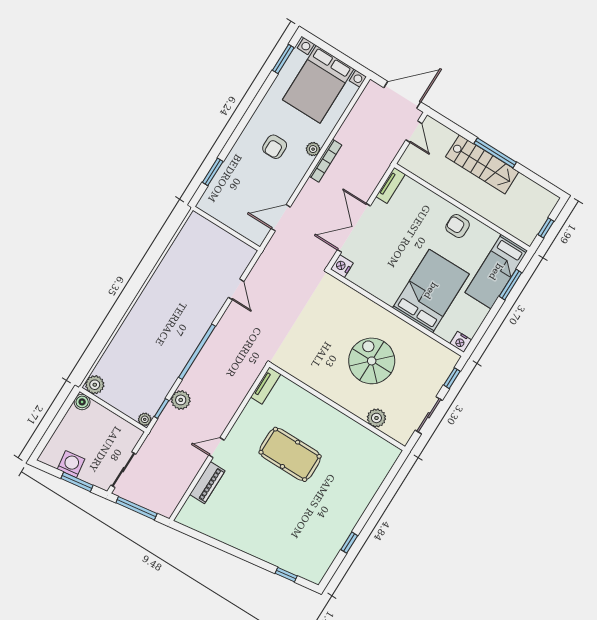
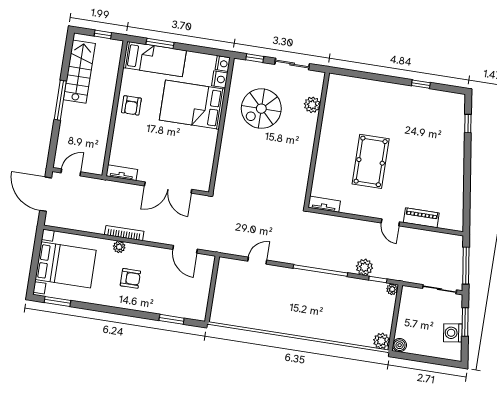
stairs: (482, 164) -> (79, 72), moved
nightstand: (342, 266) -> (220, 79), moved, turned -90
spiral stairs: (372, 361) -> (261, 109), moved

